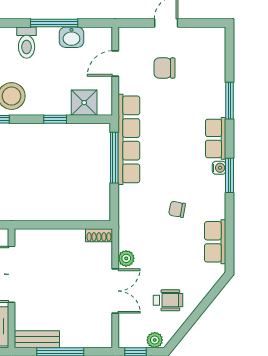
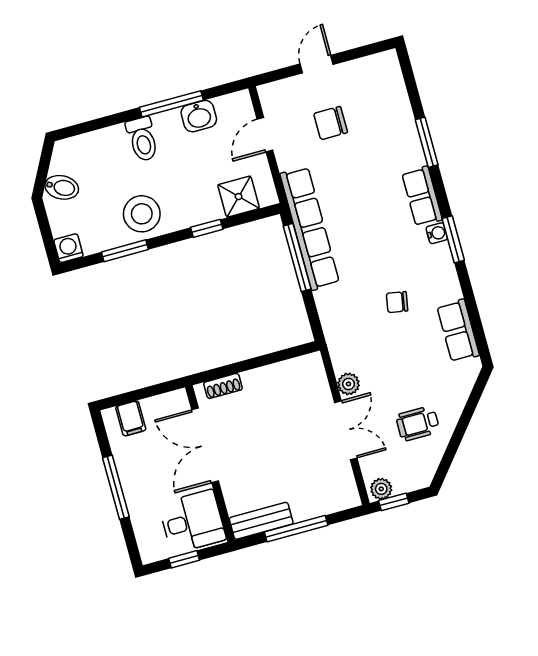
shoe rack: (99, 235) -> (223, 386), moved
wheelchair: (168, 300) -> (418, 423), turned 180
plant: (155, 340) -> (381, 489), moved

